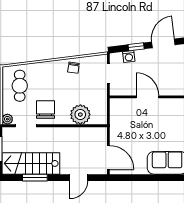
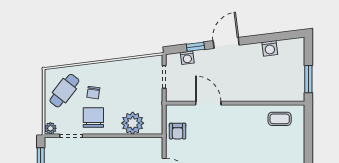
chair: (73, 68) -> (93, 93), moved
cafe table: (20, 86) -> (64, 91), turned 38
armchair: (120, 122) -> (178, 131), added

